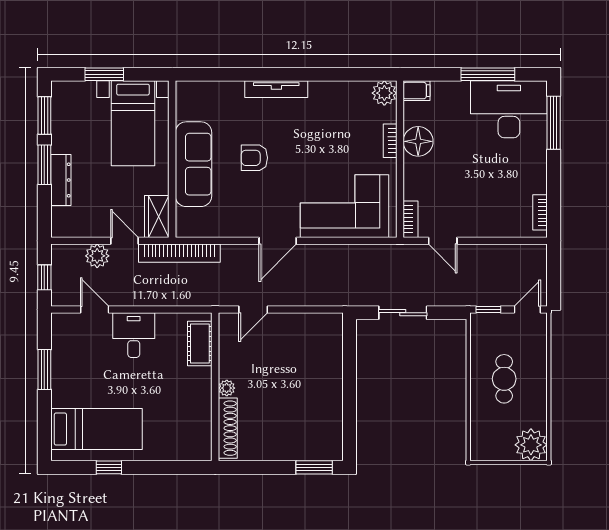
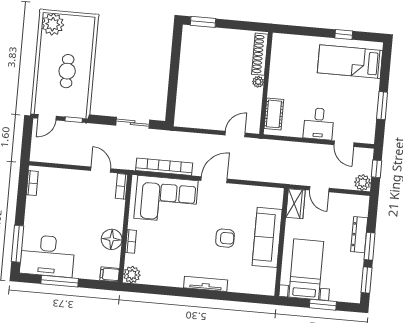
bookcase: (179, 253) -> (164, 167), moved
plant: (97, 256) -> (363, 183), moved

